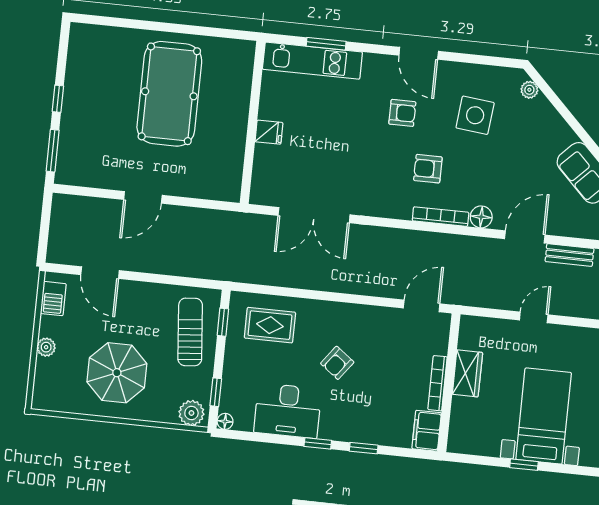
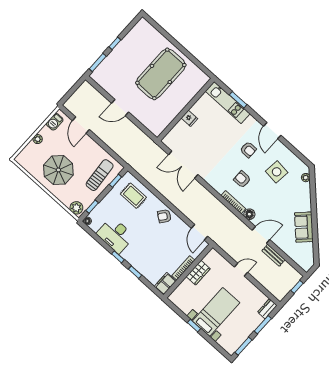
door: (422, 306) -> (200, 232), swing flipped
armchair: (337, 363) -> (164, 216), moved

